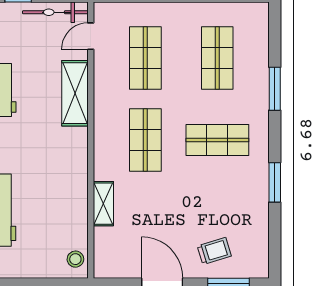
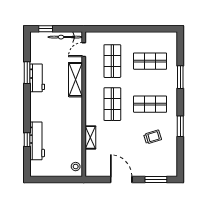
shop shelf: (217, 58) -> (150, 61), turned 90
trolley: (214, 251) -> (153, 137), moved

